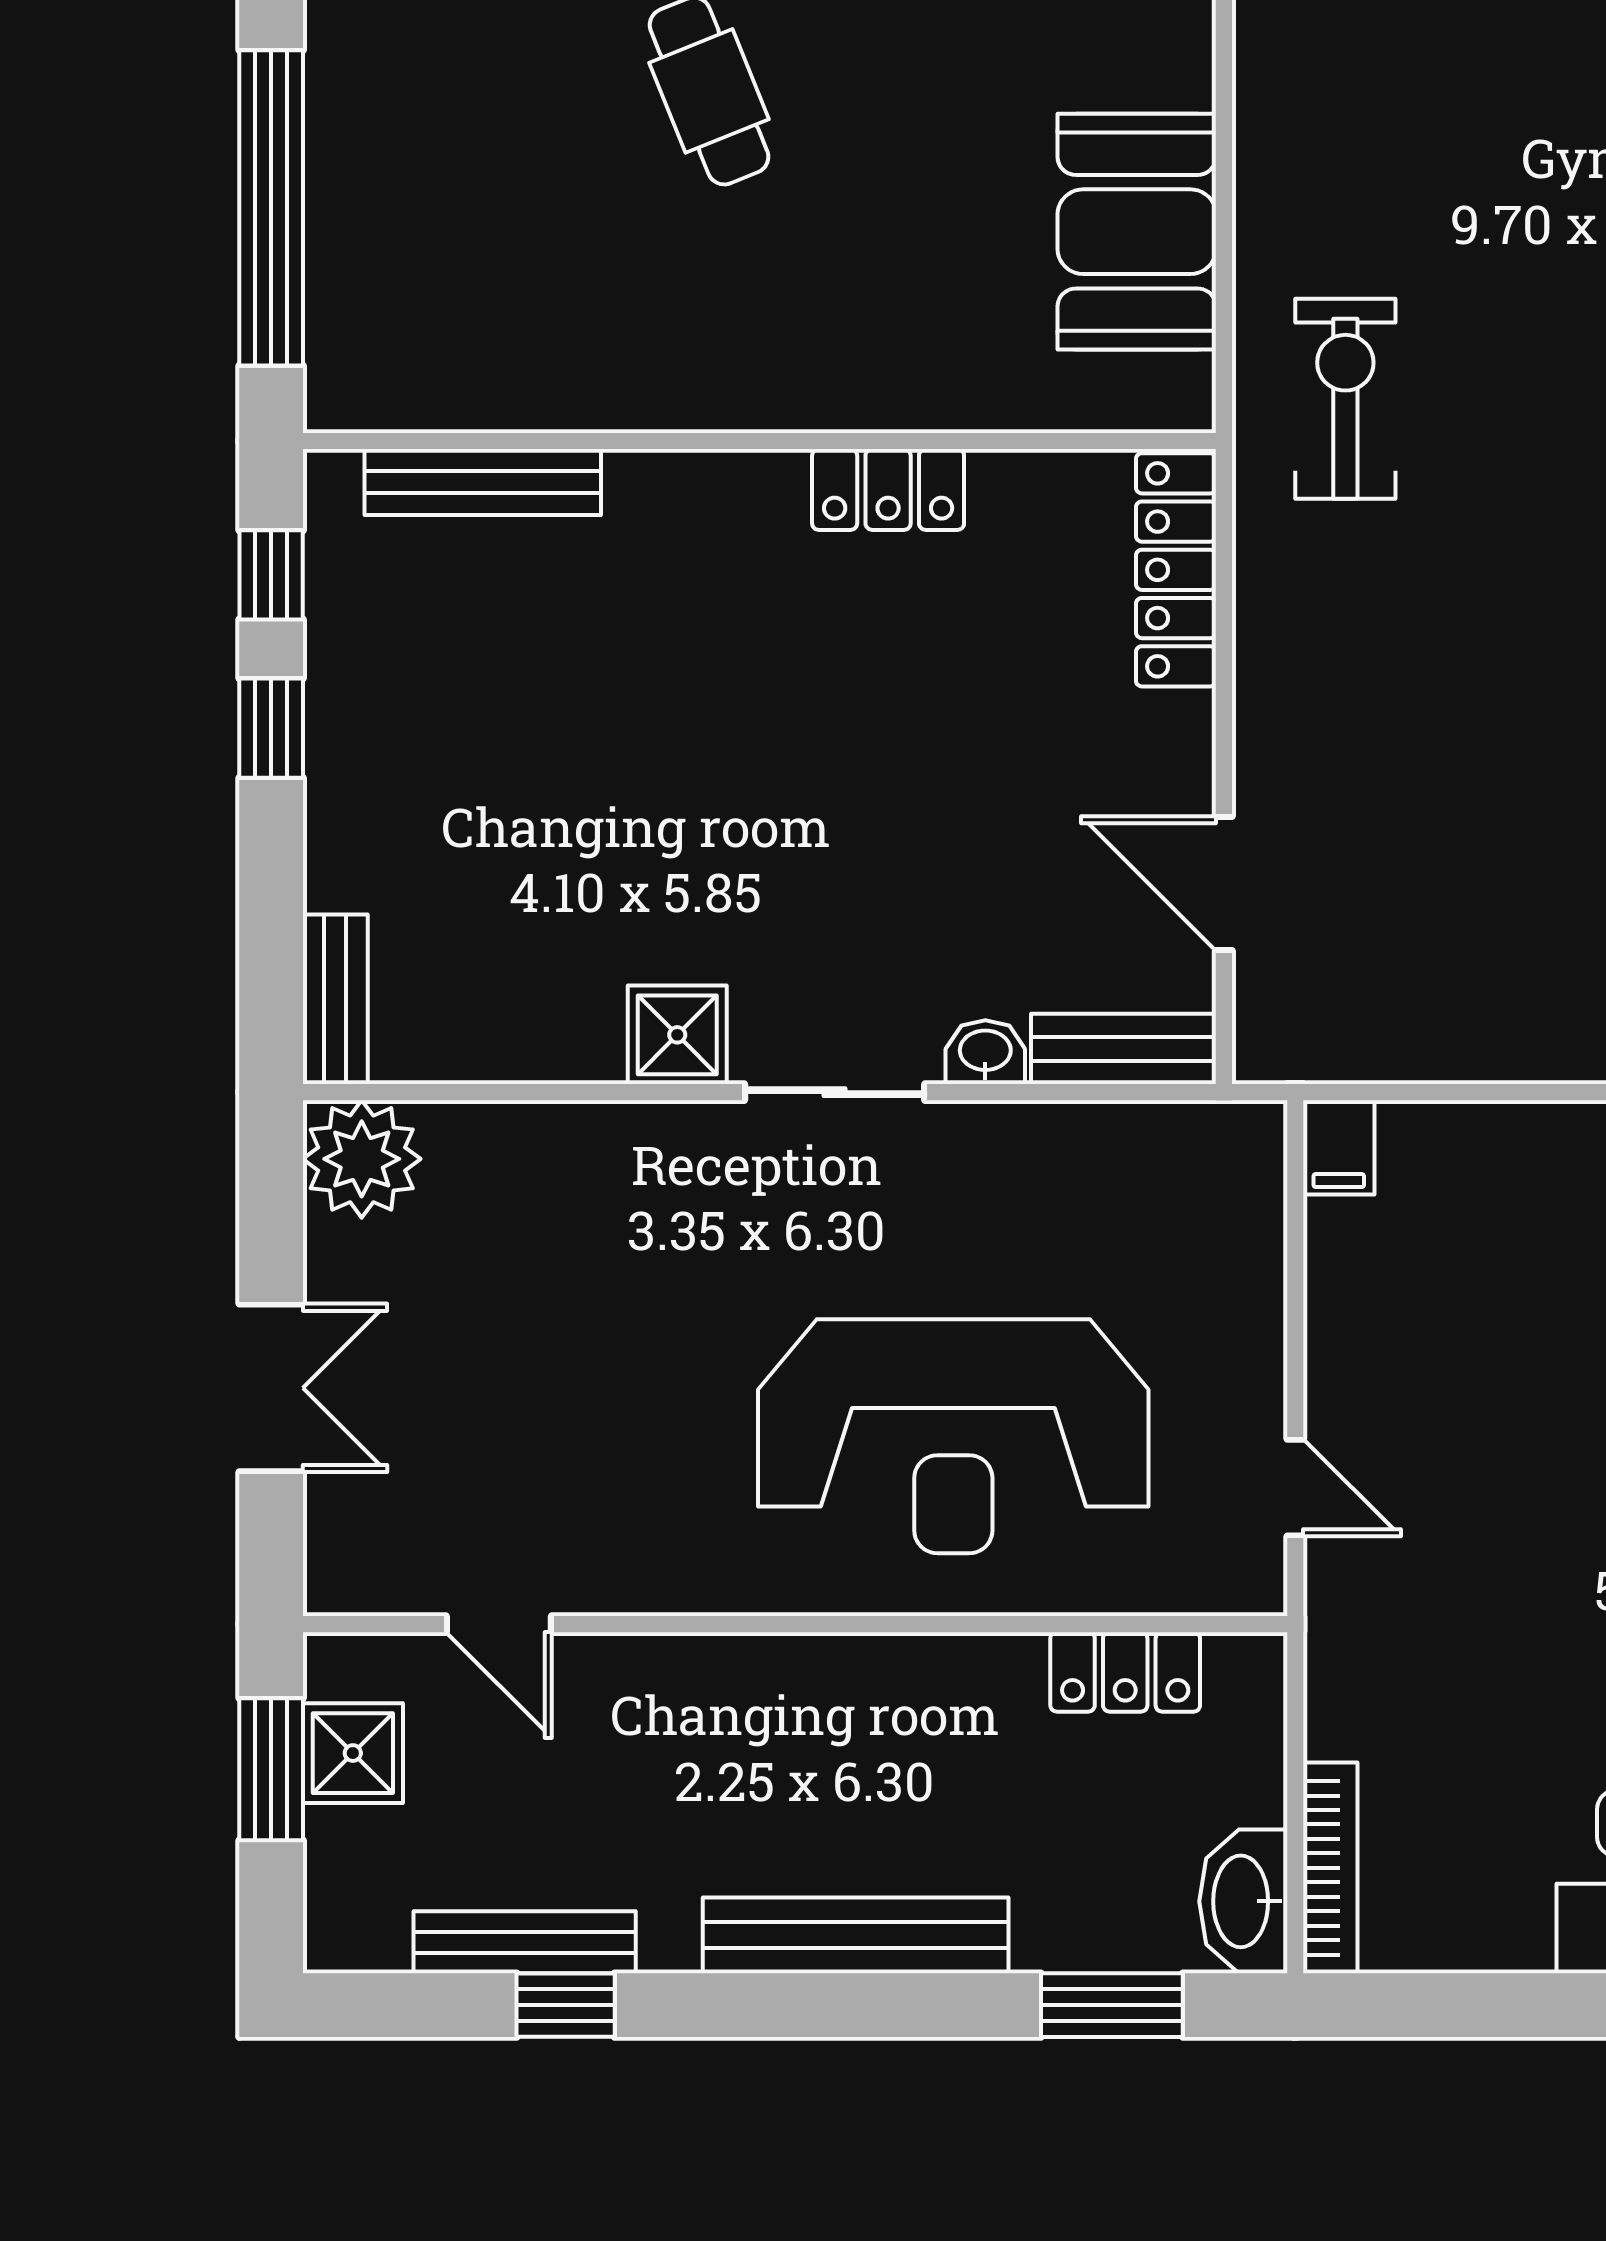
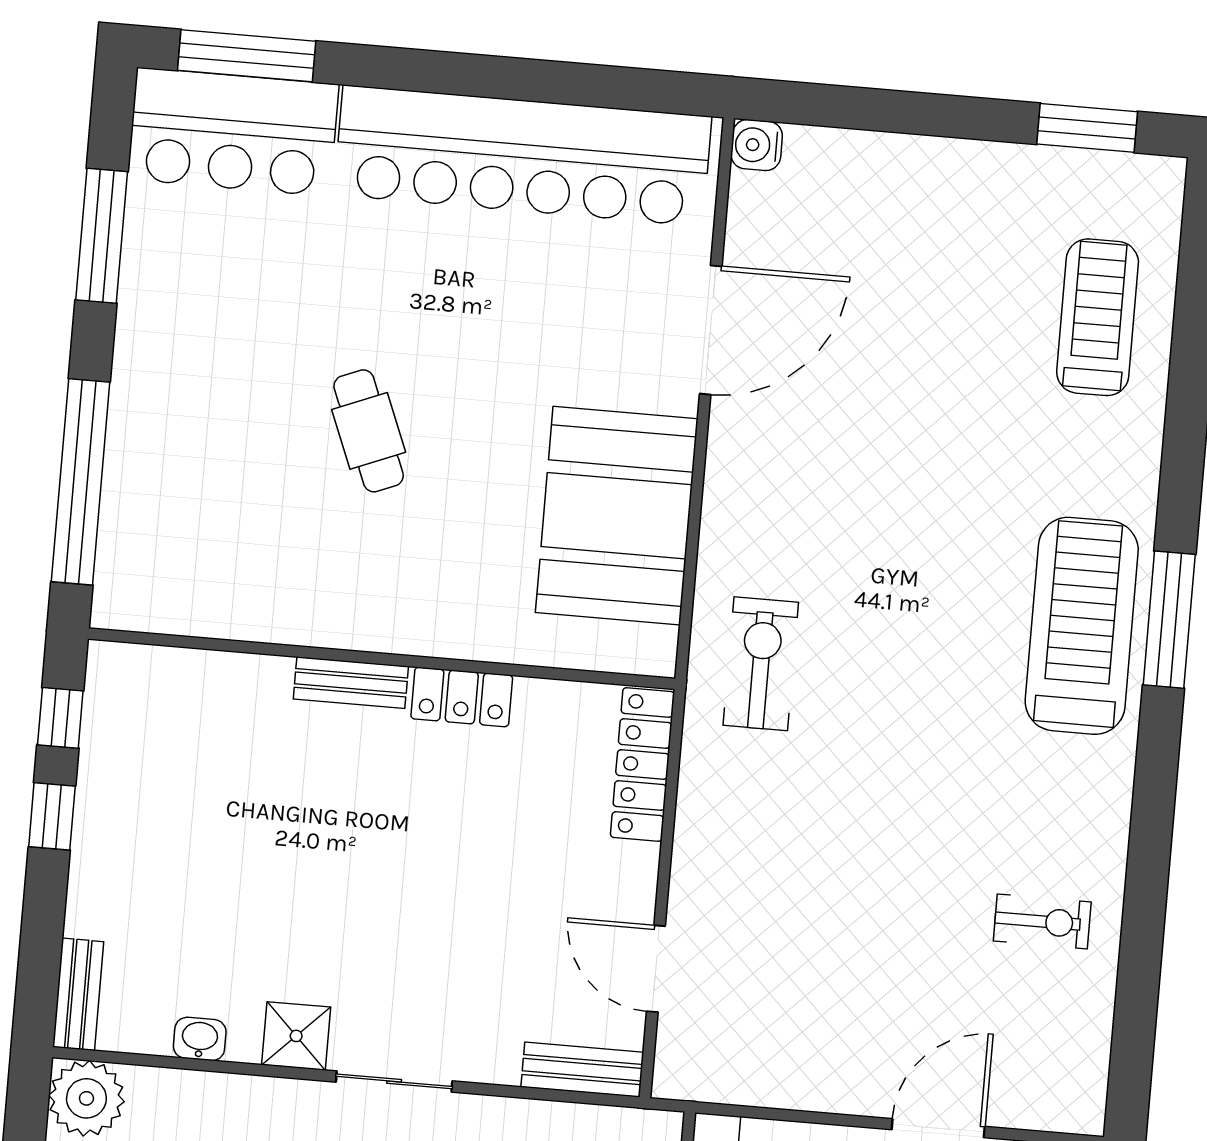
booth: (1137, 232) -> (617, 516), width x1.36, depth x1.42
bench: (483, 482) -> (351, 683), moved, width x0.73
washbasin: (985, 1052) -> (200, 1039), moved

